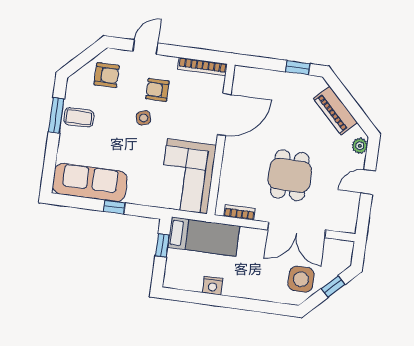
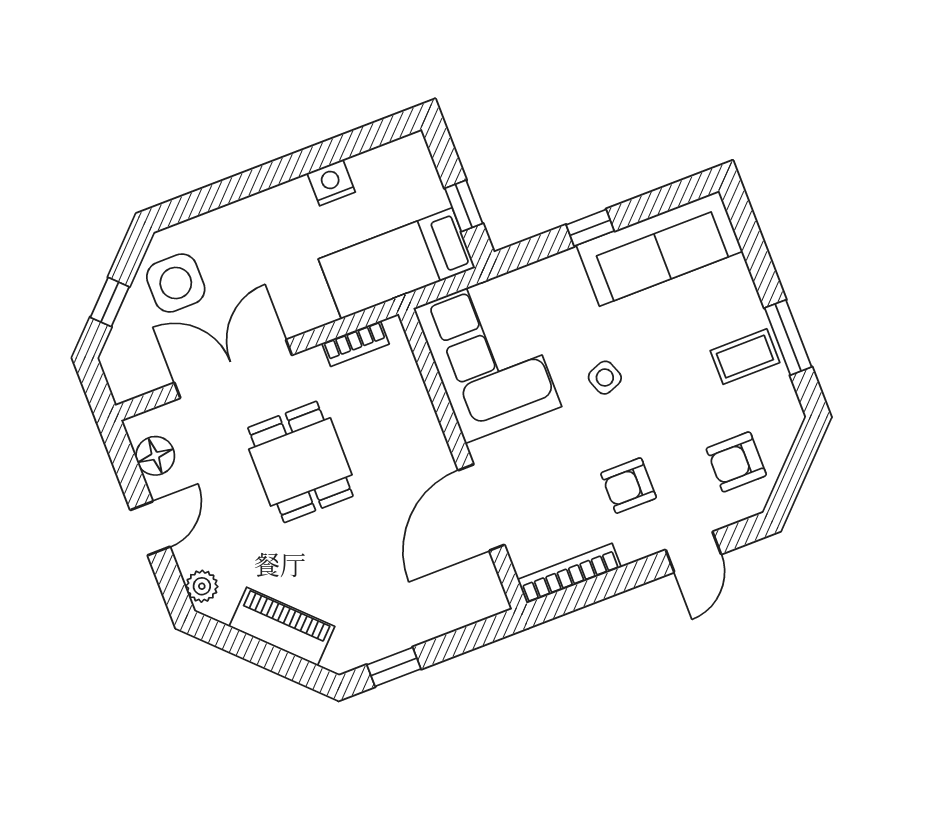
armchair: (157, 90) -> (629, 486), turned 180
side table: (144, 118) -> (605, 378), moved
floor lamp: (349, 211) -> (155, 456), added

